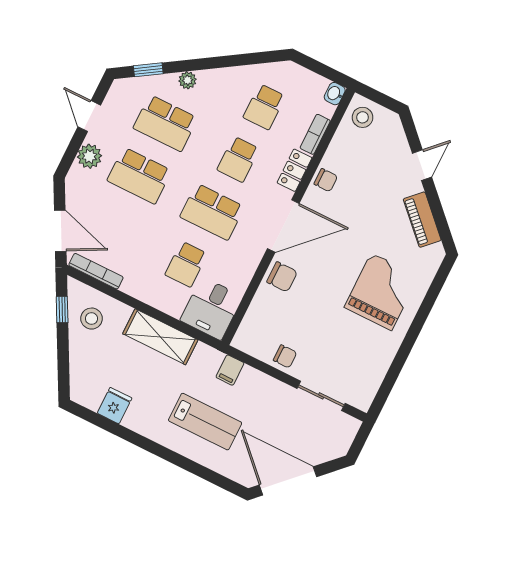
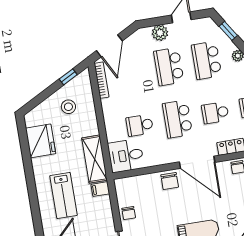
stool: (92, 319) -> (68, 107), moved
shelving: (160, 337) -> (95, 159), moved
fridge: (115, 406) -> (41, 141), width x1.88, depth x1.34

